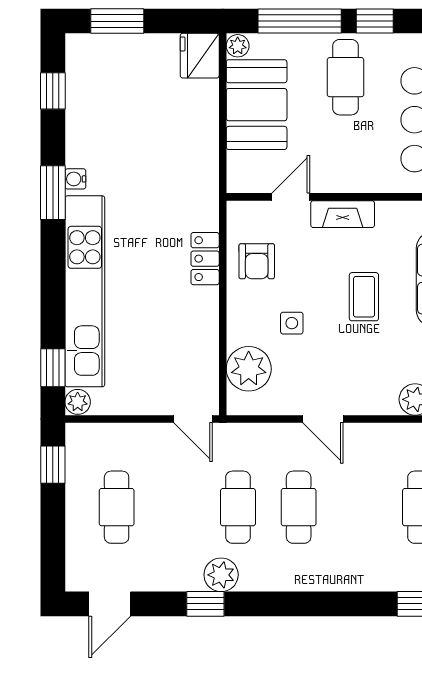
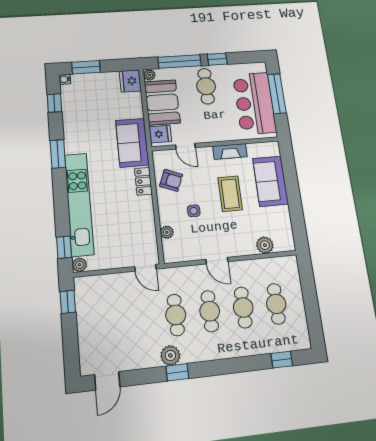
fridge: (246, 169) -> (160, 134), added
water cooler: (75, 179) -> (65, 79), moved
sofa: (192, 182) -> (132, 143), added
door: (291, 197) -> (185, 146), swing flipped
fireplace: (343, 214) -> (230, 151), moved
armchair: (257, 261) -> (171, 180), turned -68
coffee table: (364, 297) -> (230, 194), width x1.36, depth x1.30
plant: (249, 369) -> (167, 232), width x0.53, depth x0.53
cafe table: (117, 507) -> (243, 307), moved
window: (205, 604) -> (177, 372), moved

